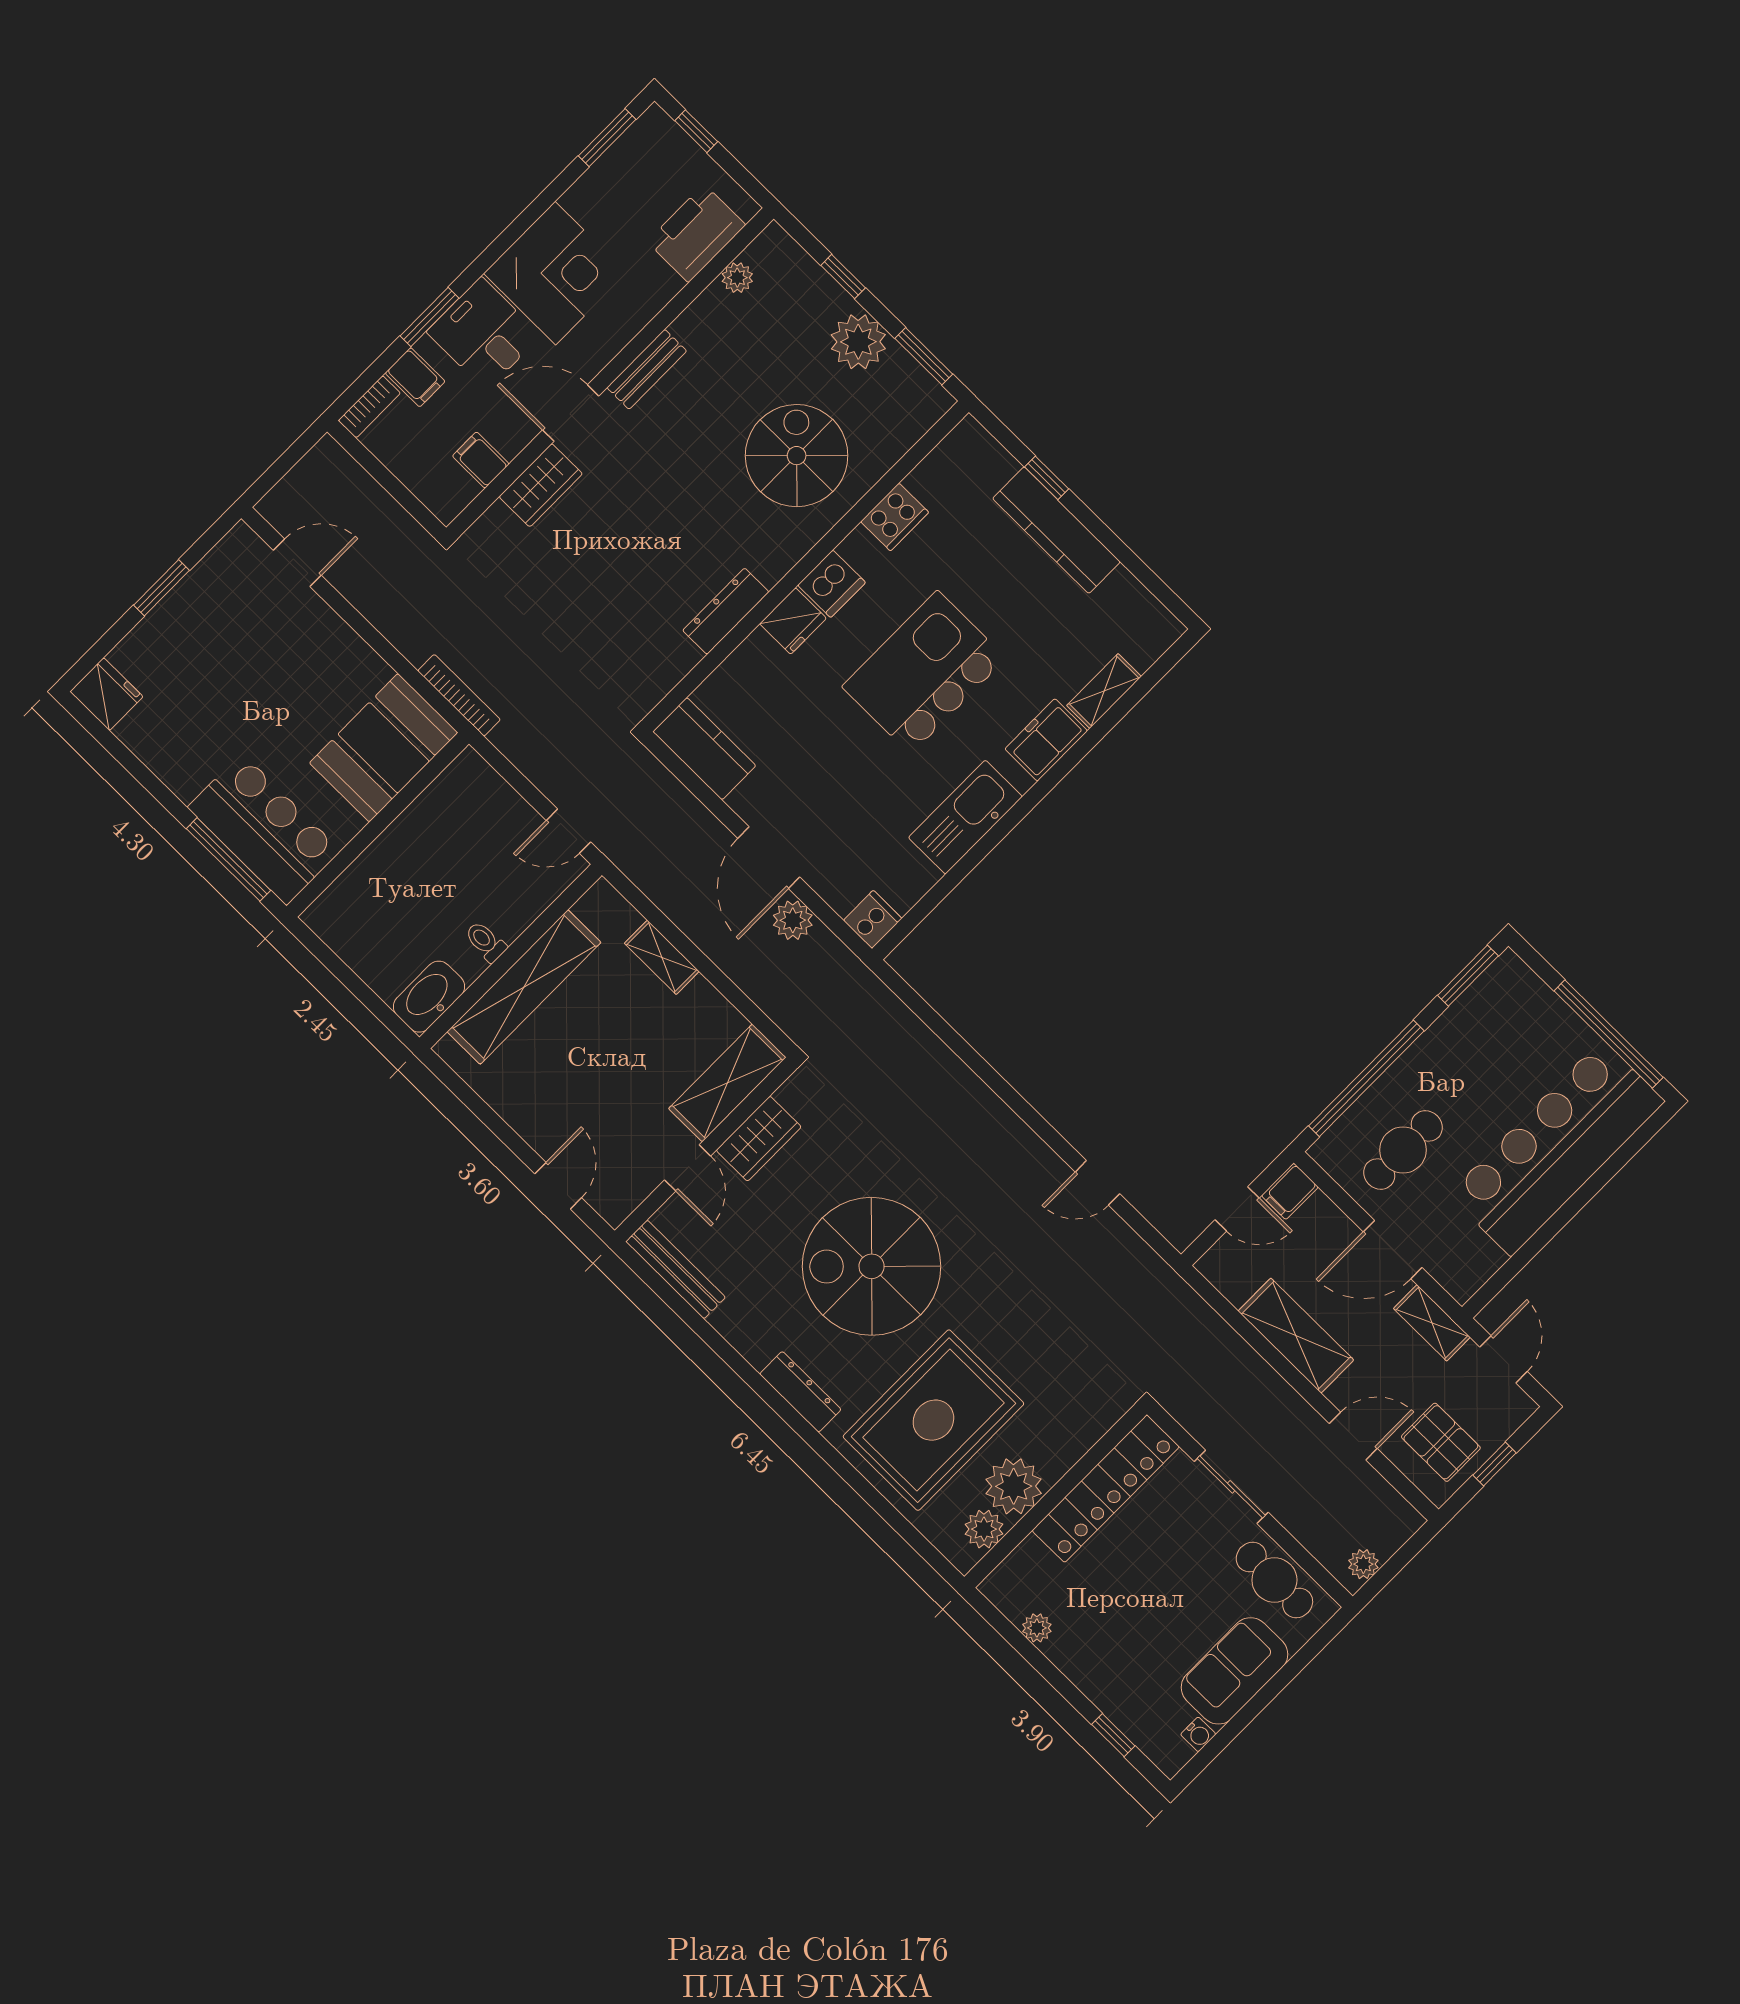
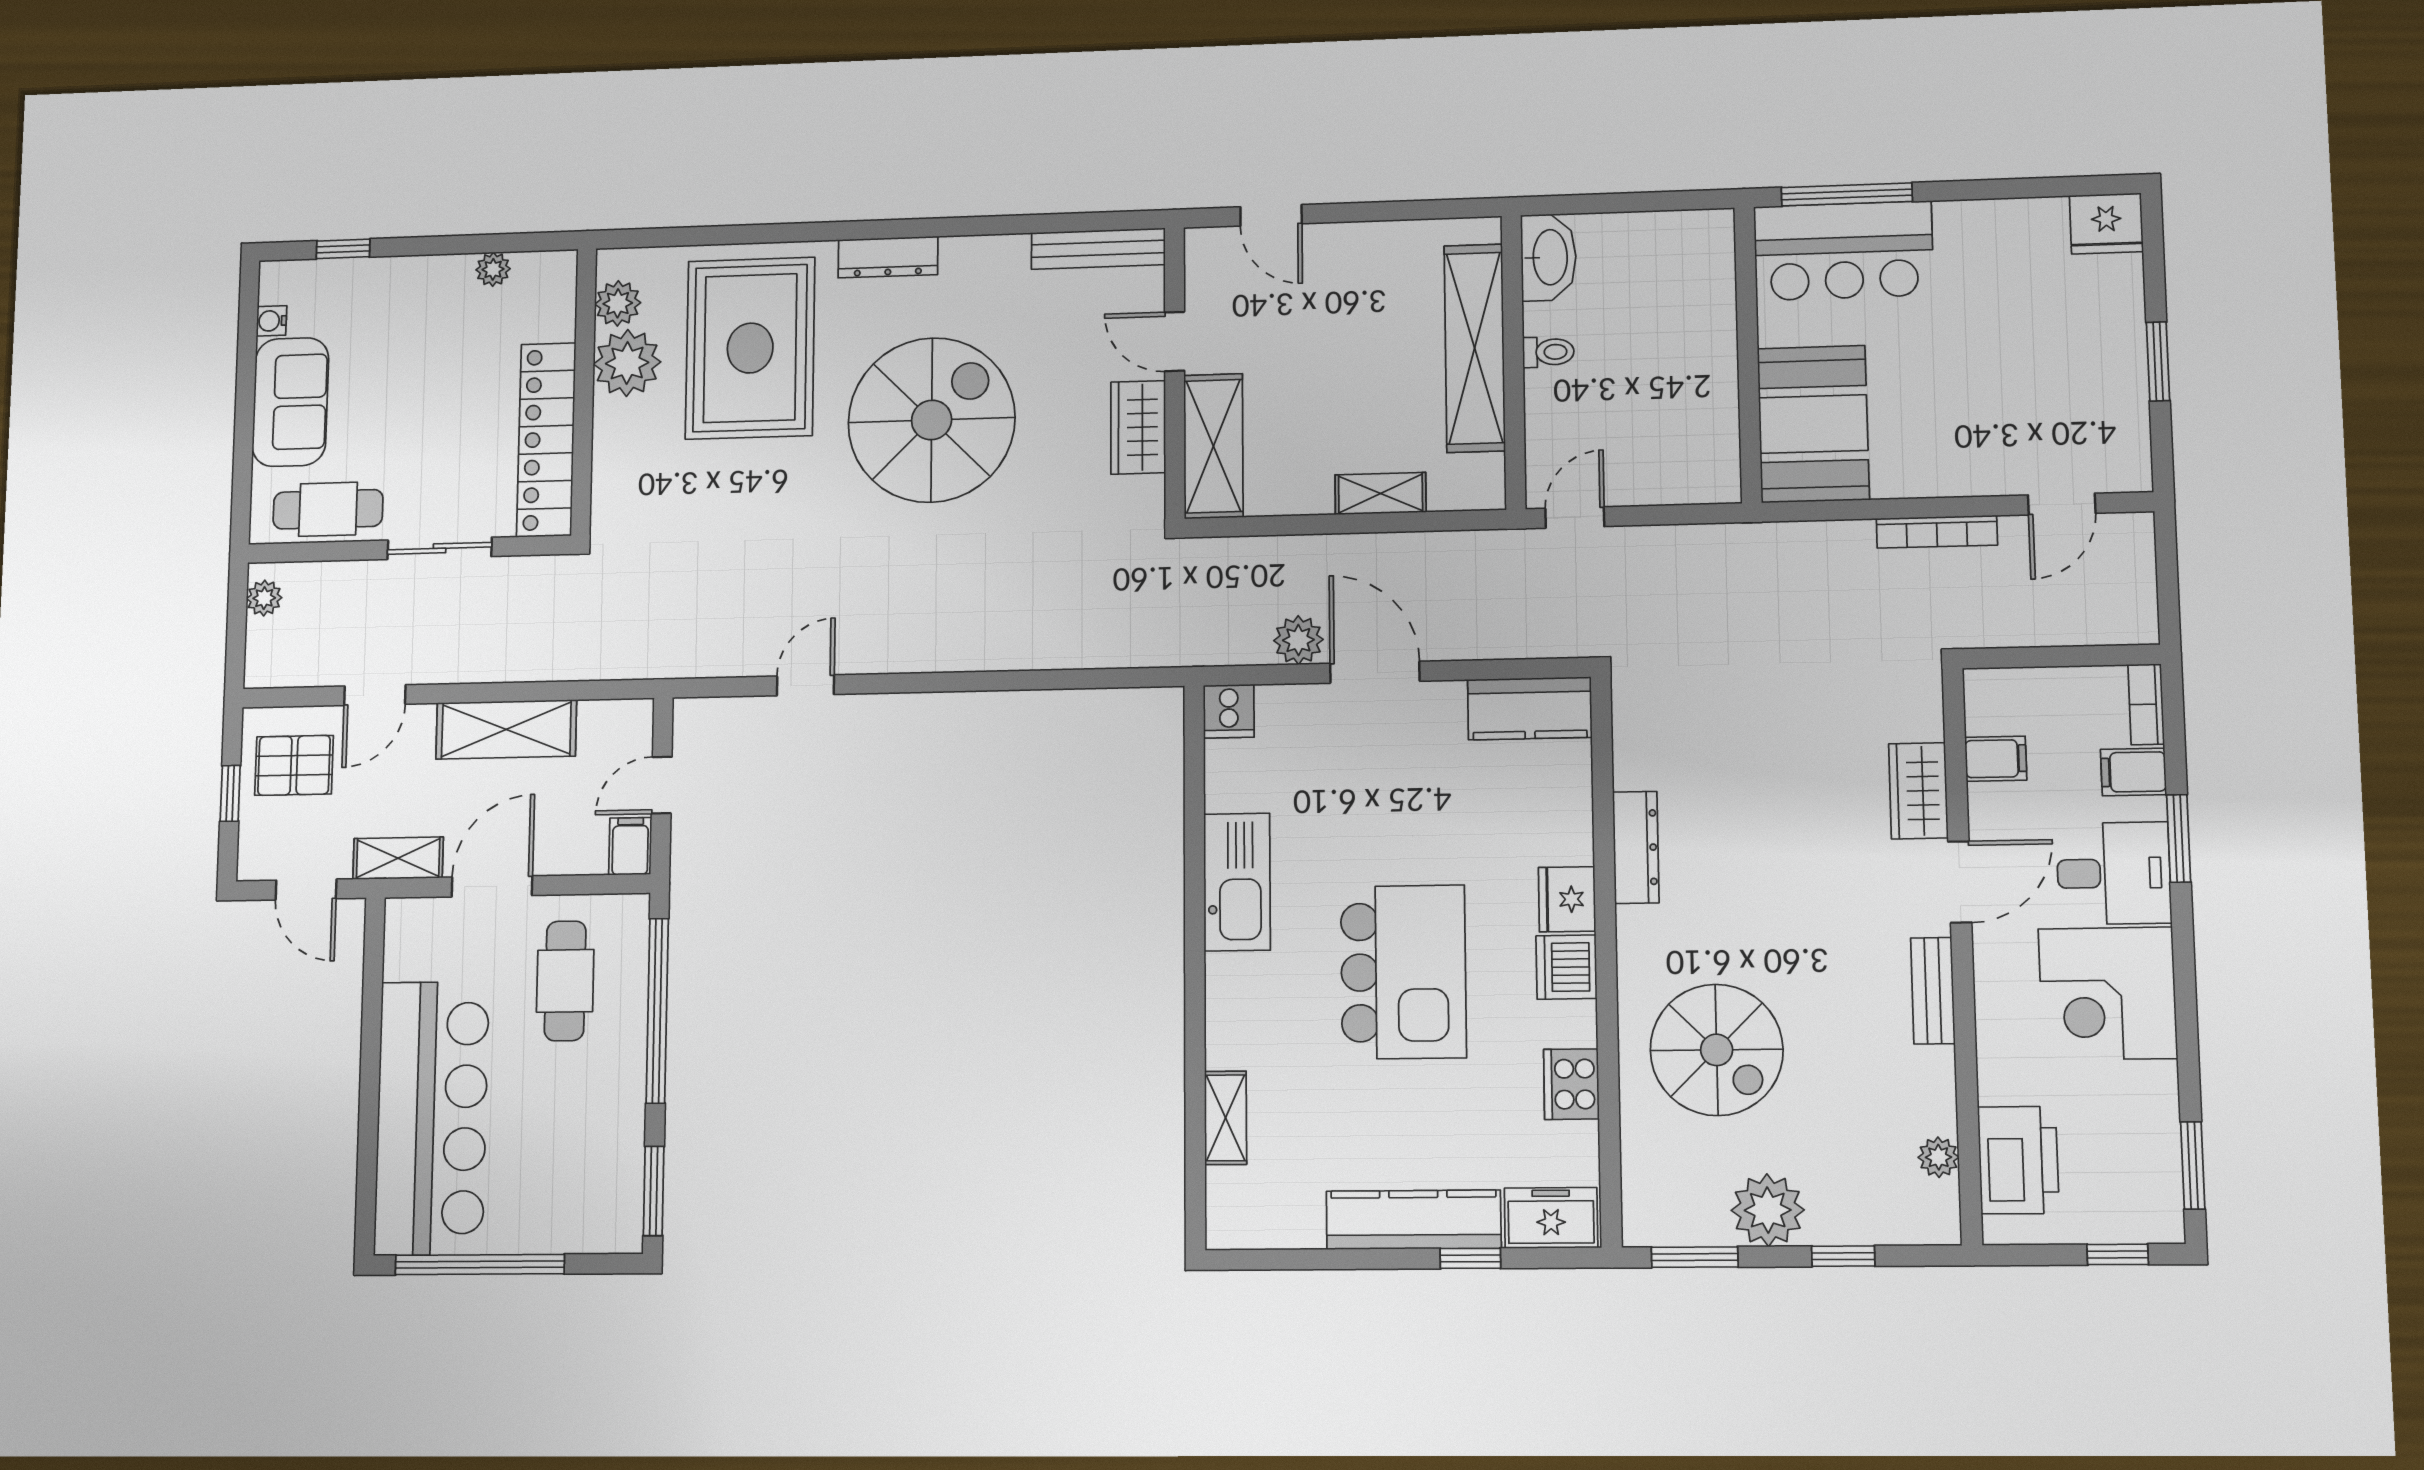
bookcase: (459, 695) -> (1937, 532), moved
freezer: (1046, 740) -> (1551, 1218), moved, turned -90

